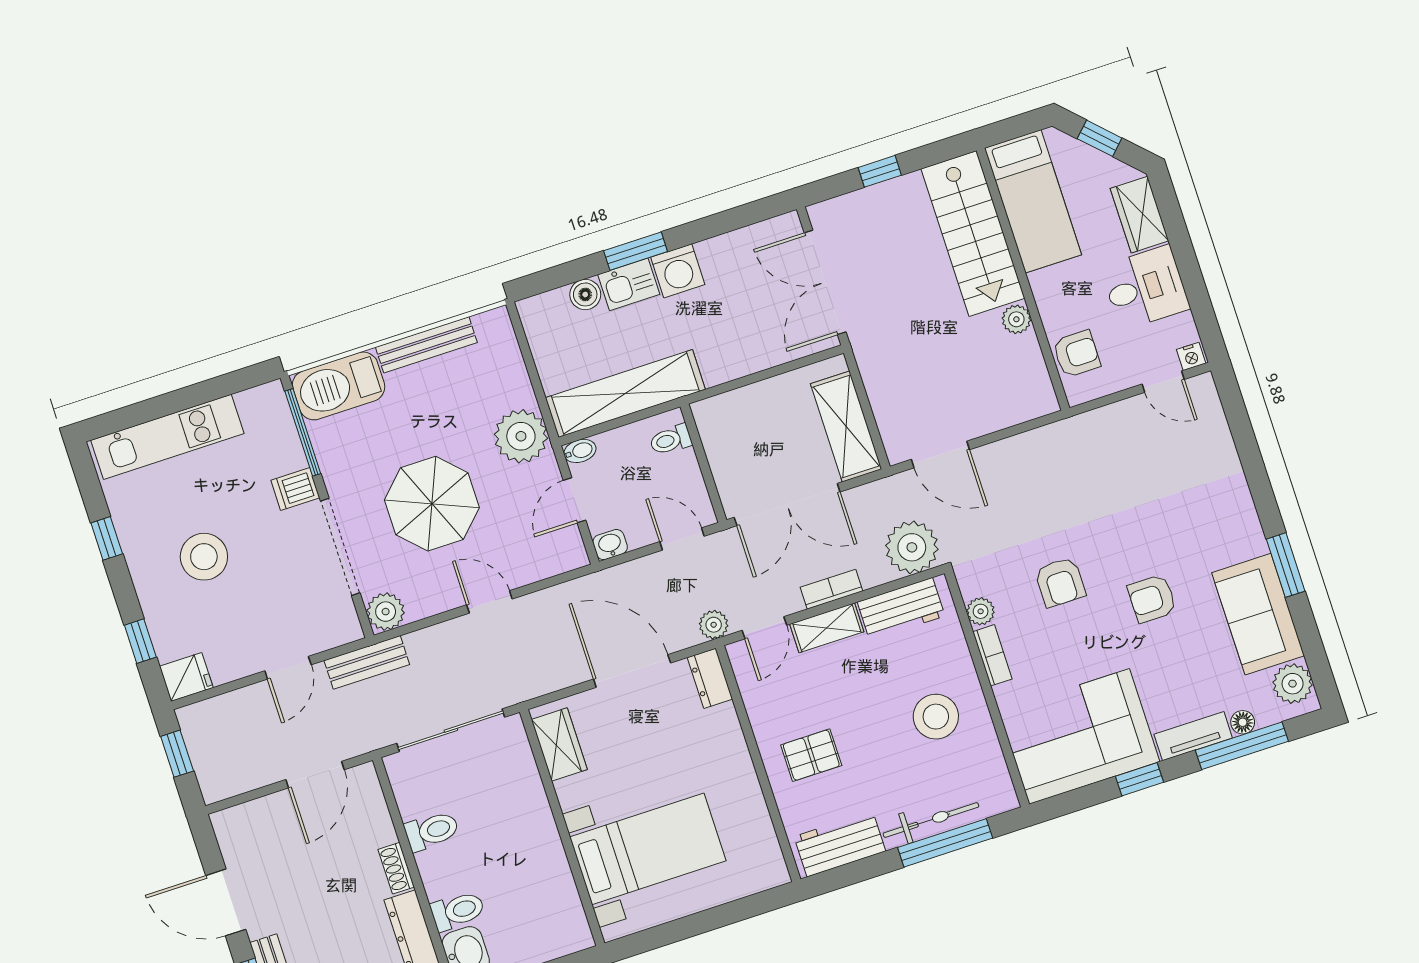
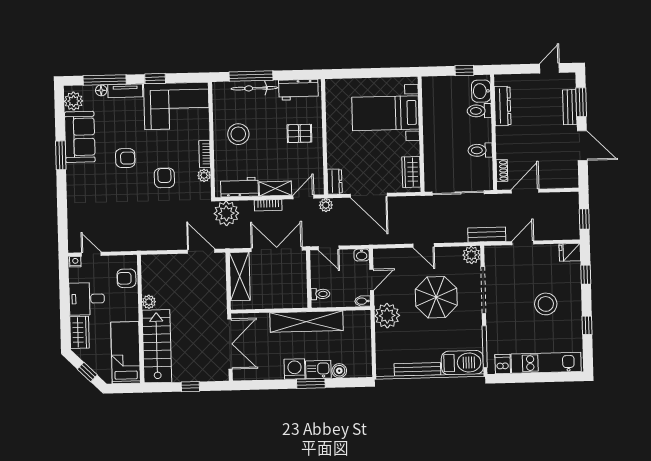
shelving: (625, 394) -> (307, 322), moved
dishwasher: (295, 489) -> (503, 364), moved, turned -90
shoe rack: (396, 868) -> (502, 171), moved

